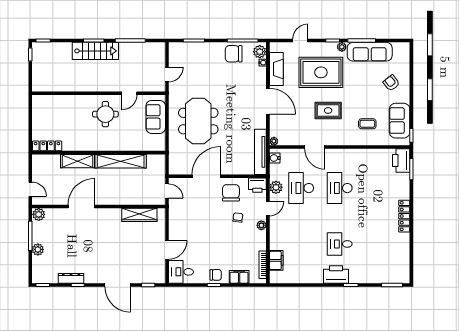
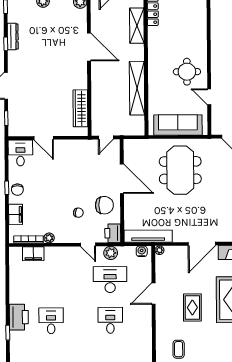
sofa: (156, 117) -> (178, 125), width x1.36
meeting table: (198, 121) -> (180, 170), turned 90
shelving: (77, 161) -> (137, 26), moved
desk: (340, 188) -> (110, 320), width x0.73
plant: (261, 225) -> (49, 238), moved

